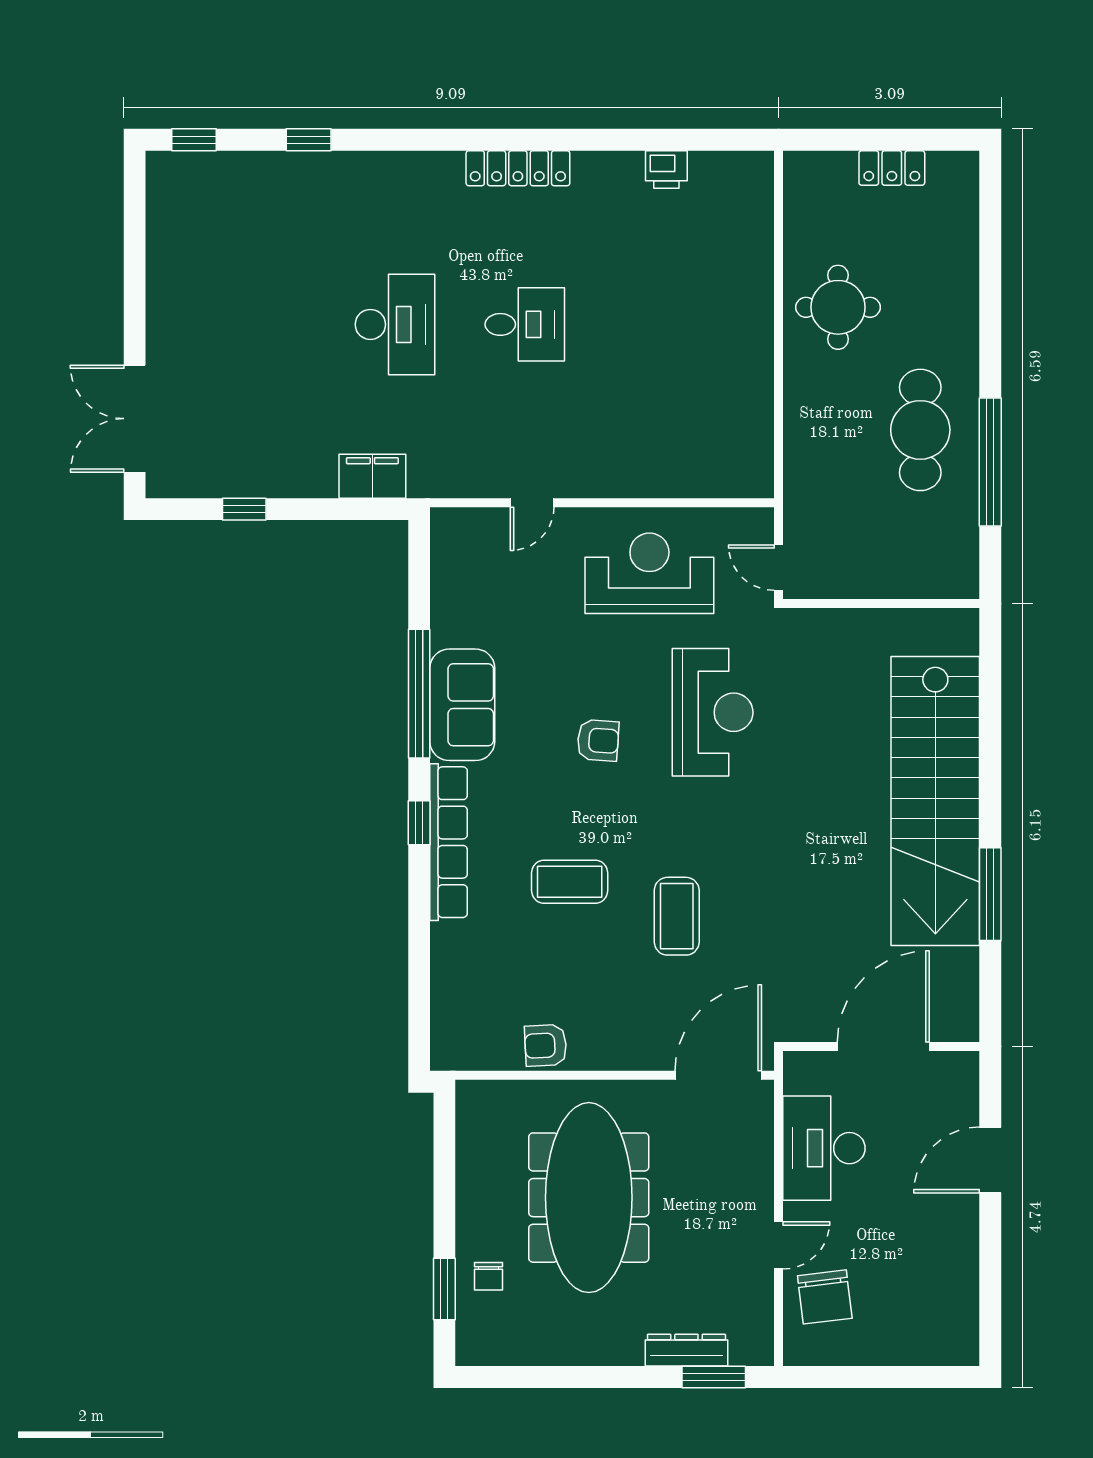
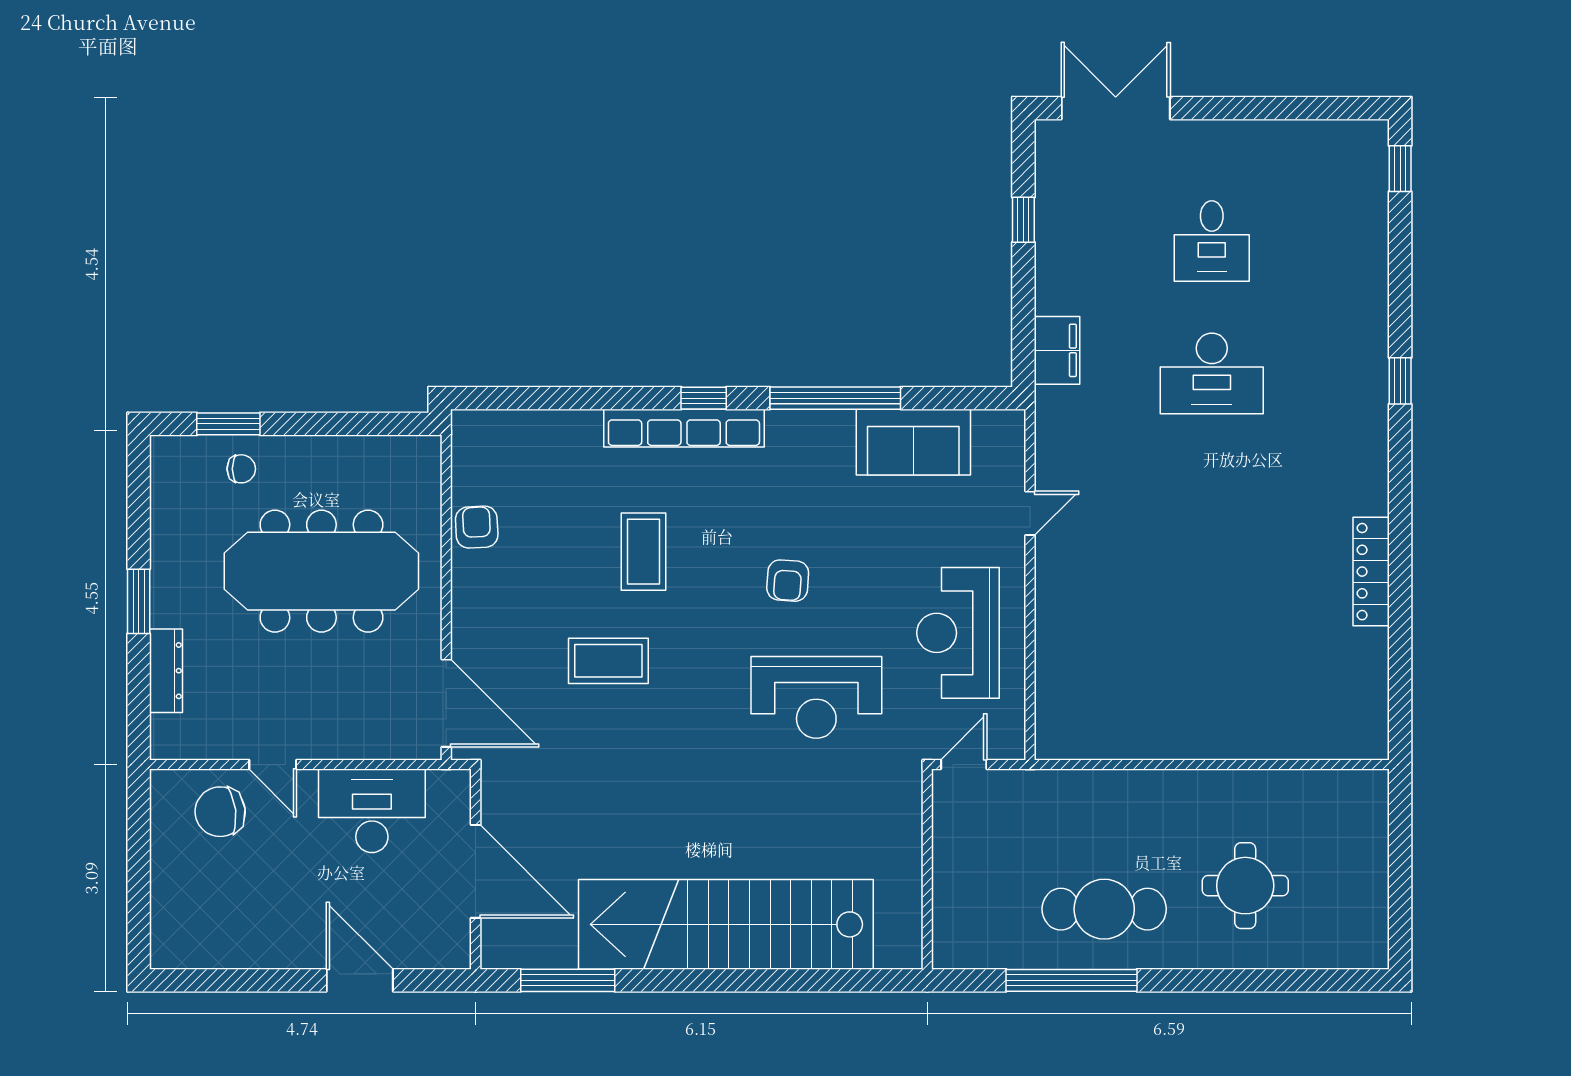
window: (309, 140) -> (1400, 381), moved
locker: (518, 168) -> (1371, 572), moved
locker: (892, 168) -> (1371, 880), removed
printer: (666, 169) -> (1370, 650), removed
round table: (838, 307) -> (1245, 886), moved
desk: (525, 324) -> (1212, 241), moved
door: (532, 503) -> (1030, 513), swing flipped
reception desk: (649, 573) -> (958, 633), turned 180
sofa: (462, 705) -> (913, 442), moved
window: (990, 894) -> (568, 980), moved
chair: (489, 1276) -> (241, 469), turned 180
window: (714, 1377) -> (139, 601), moved

